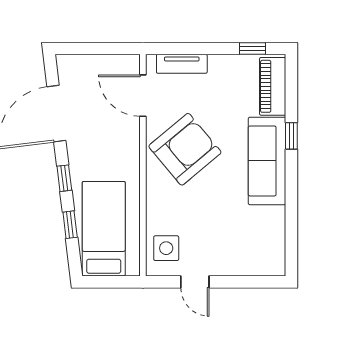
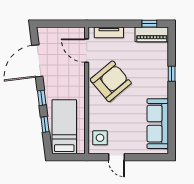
piano: (273, 86) -> (152, 34), moved, turned -90
sofa: (267, 161) -> (158, 124), moved

